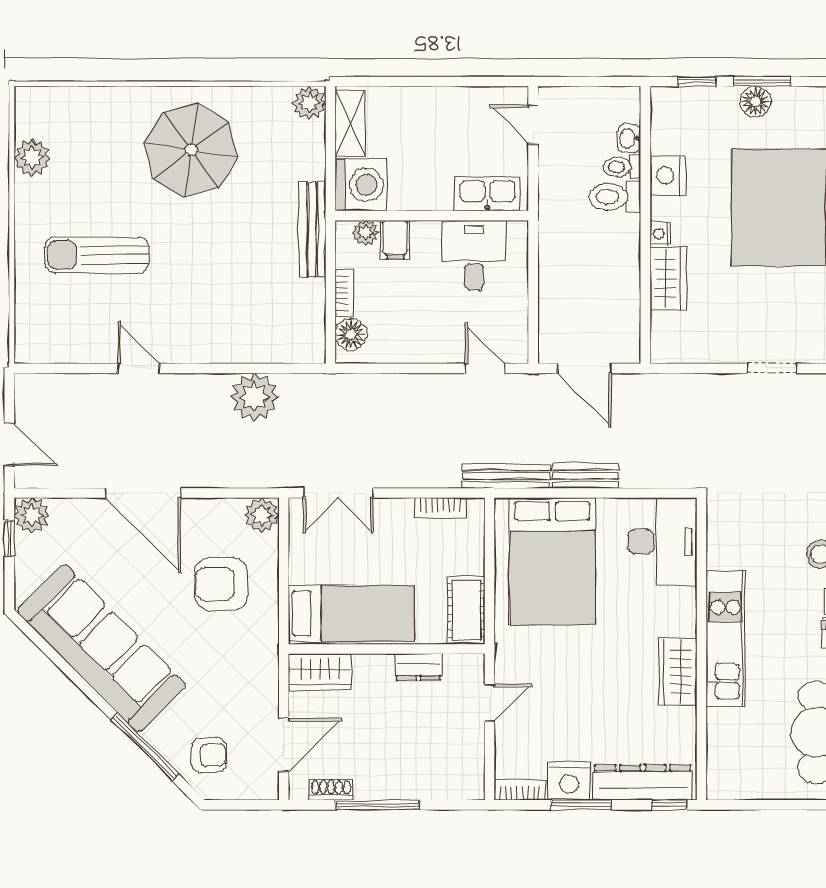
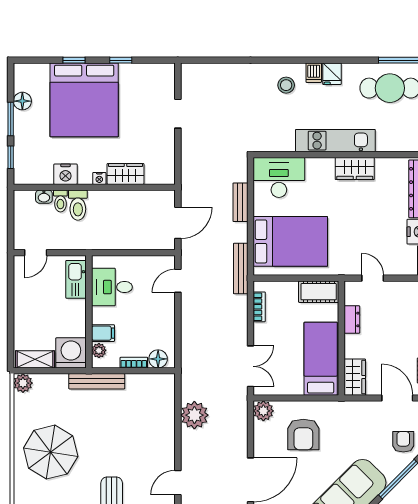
floor lamp: (755, 102) -> (22, 101), moved
bench: (585, 476) -> (240, 202), moved

